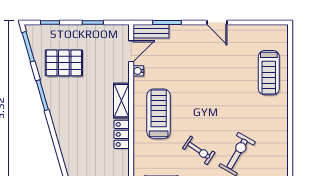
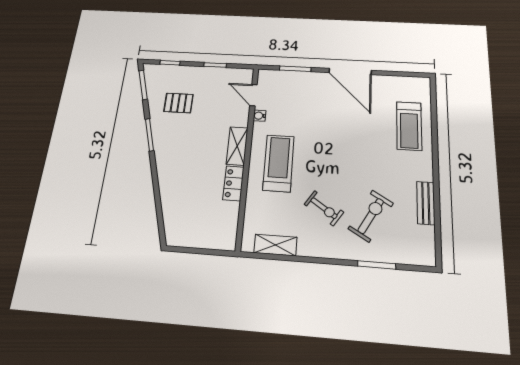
door: (217, 22) -> (350, 71), width x1.88
bench: (151, 31) -> (426, 203), moved, turned 90
door: (131, 51) -> (253, 95), swing flipped
pallet: (64, 63) -> (178, 103), width x0.67, depth x0.71

